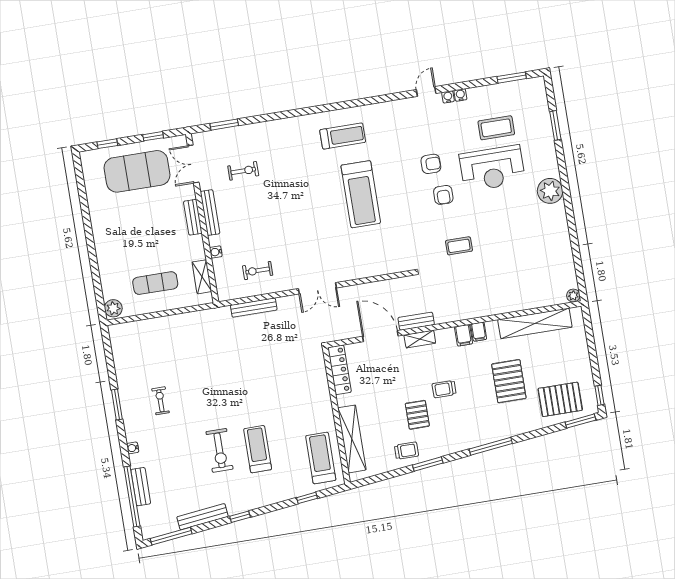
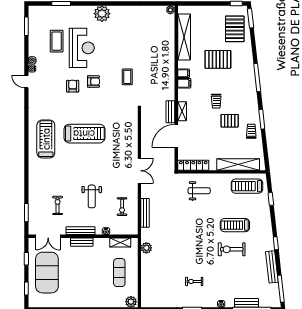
treadmill: (343, 136) -> (46, 139), width x1.37, depth x1.38
weight bench: (266, 221) -> (92, 196), added
plant: (200, 318) -> (146, 248), added
weight bench: (302, 385) -> (199, 191), added
exercise bike: (219, 450) -> (232, 249), turned 180

